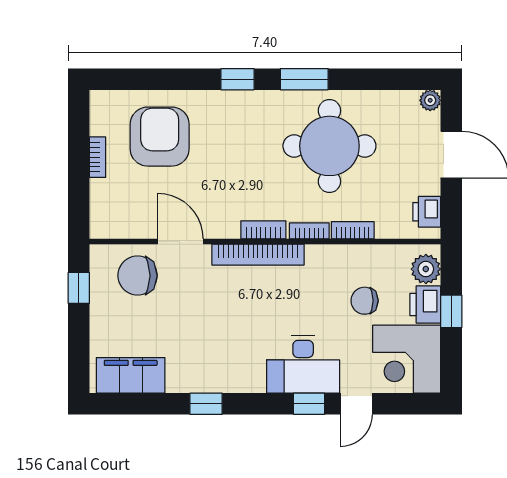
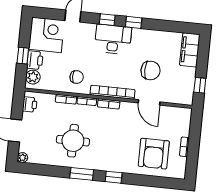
round table: (329, 146) -> (73, 141), width x0.73, depth x0.73
chair: (138, 276) -> (150, 70), moved
chair: (365, 301) -> (77, 77), moved
desk: (303, 364) -> (113, 39), moved
filing cabinet: (131, 375) -> (190, 50), moved, turned 90
window: (206, 404) -> (134, 22), moved
window: (309, 404) -> (107, 20), moved

